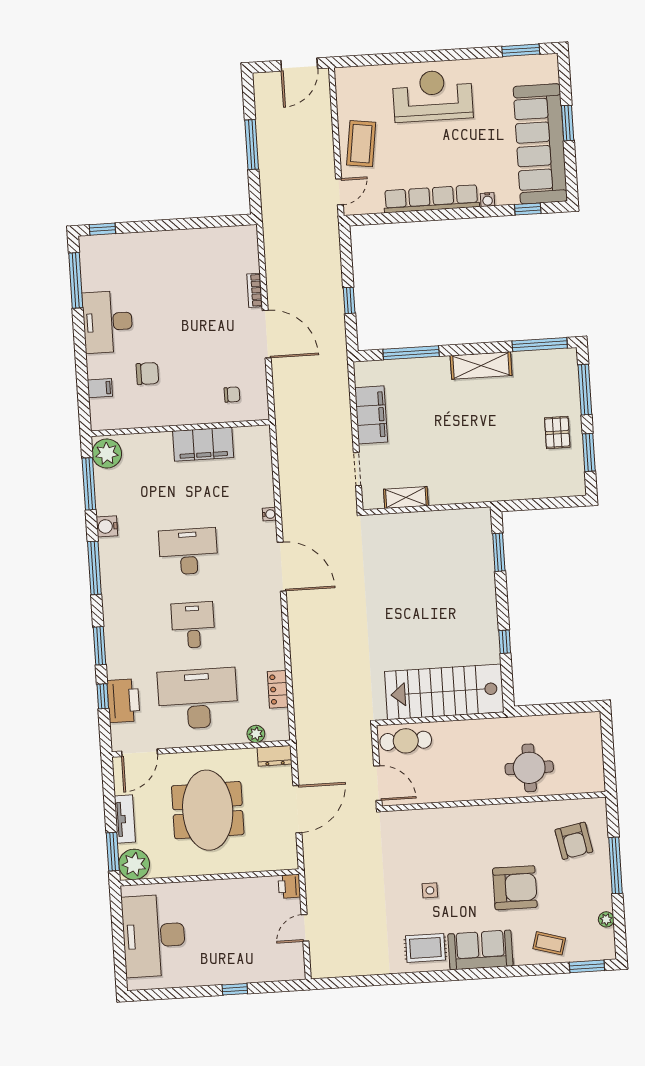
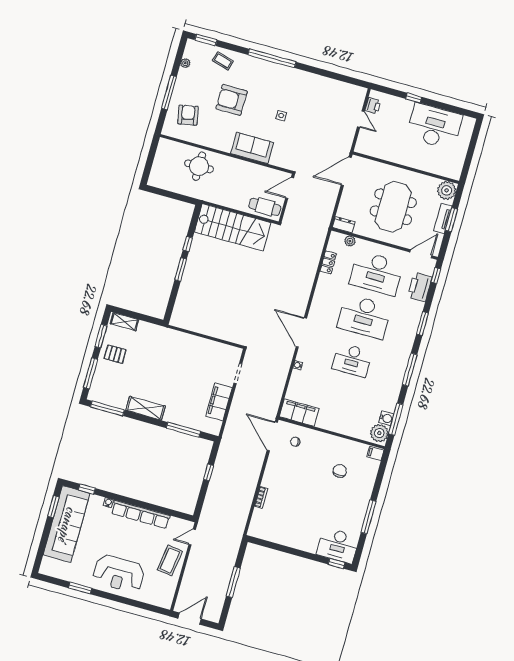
window: (521, 50) -> (80, 588), moved
window: (568, 123) -> (53, 507), moved
window: (76, 280) -> (368, 517), moved
desk: (108, 322) -> (338, 545), moved, turned 90
door: (267, 334) -> (272, 436), moved
chair: (147, 374) -> (340, 471), turned 90
filing cabinet: (100, 388) -> (375, 453), moved
pallet: (557, 432) -> (115, 354), turned 90
filing cabinet: (203, 444) -> (299, 413), moved
shelving: (406, 497) -> (124, 322), moved
water cooler: (107, 526) -> (386, 418), moved
window: (499, 552) -> (181, 269), moved
desk: (193, 625) -> (364, 317), width x1.87, depth x1.30
window: (103, 696) -> (436, 276), moved
door: (378, 783) -> (290, 188), hinge flipped
door: (297, 809) -> (346, 171), moved
window: (113, 852) -> (451, 220), moved
printer: (289, 886) -> (373, 106), moved
door: (305, 928) -> (361, 119), hinge flipped
desk: (154, 936) -> (434, 126), moved, turned -90
rug: (425, 948) -> (295, 83), removed
sofa: (480, 950) -> (252, 148), moved, turned 180
window: (475, 974) -> (272, 58), added

